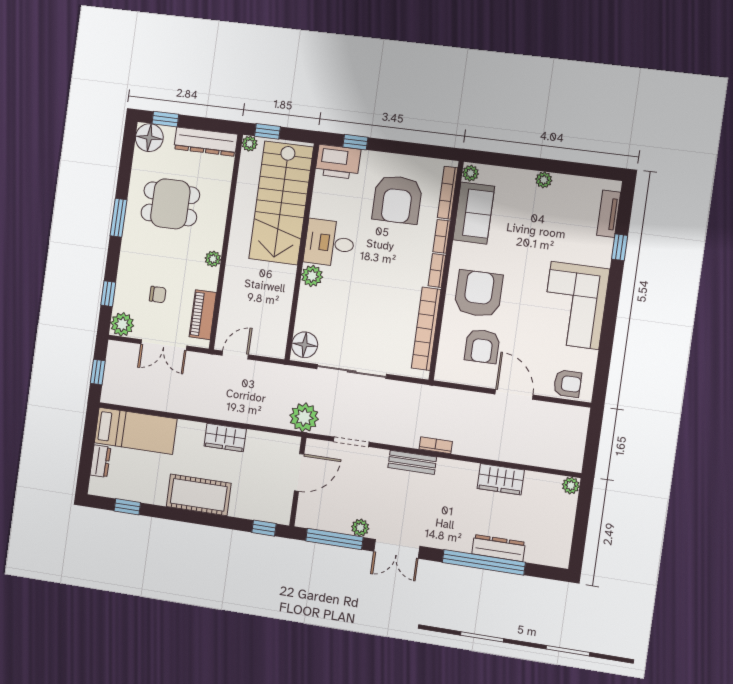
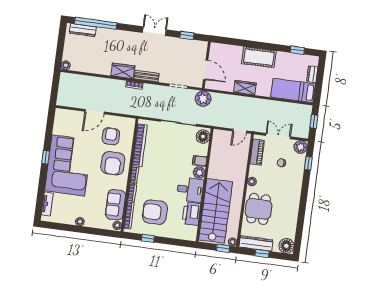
window: (165, 119) -> (262, 253), moved
window: (355, 142) -> (148, 238), moved
printer: (338, 162) -> (191, 214), moved, turned -90
armchair: (397, 200) -> (155, 212), turned -90
dining table: (170, 204) -> (259, 209), moved, turned 90
window: (119, 218) -> (303, 204), removed
window: (620, 247) -> (46, 157), moved
filing cabinet: (311, 298) -> (200, 161), added
corner sofa: (575, 305) -> (68, 165), width x1.36, depth x1.36
armchair: (567, 384) -> (68, 117), removed
door: (514, 394) -> (95, 112), hinge flipped
door: (299, 472) -> (206, 70), swing flipped
wardrobe: (501, 479) -> (123, 71), moved
window: (264, 528) -> (224, 40), removed
plant: (360, 528) -> (173, 42), removed
window: (334, 539) -> (187, 35), width x0.46
dresser: (499, 548) -> (83, 30), moved
window: (484, 562) -> (96, 23), moved

